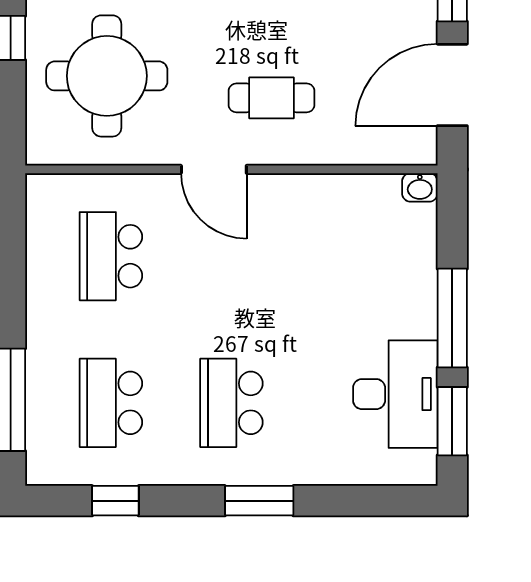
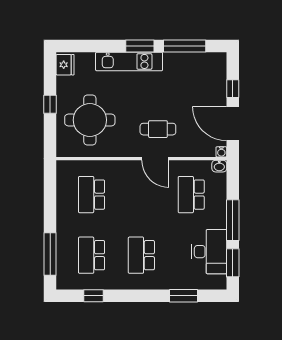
door: (452, 85) -> (233, 124), hinge flipped
water cooler: (425, 153) -> (221, 152), added
door: (214, 169) -> (155, 159), moved
school desk: (352, 256) -> (191, 195), added
window: (259, 501) -> (183, 296), moved

